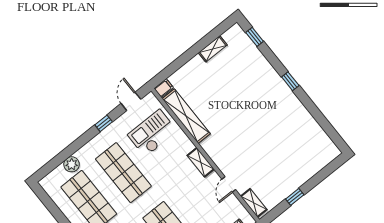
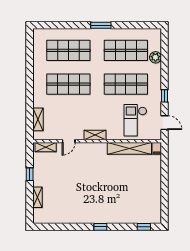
shelving: (213, 49) -> (37, 197), moved
checkout: (152, 133) -> (135, 120), turned 180
door: (229, 184) -> (69, 141), swing flipped

